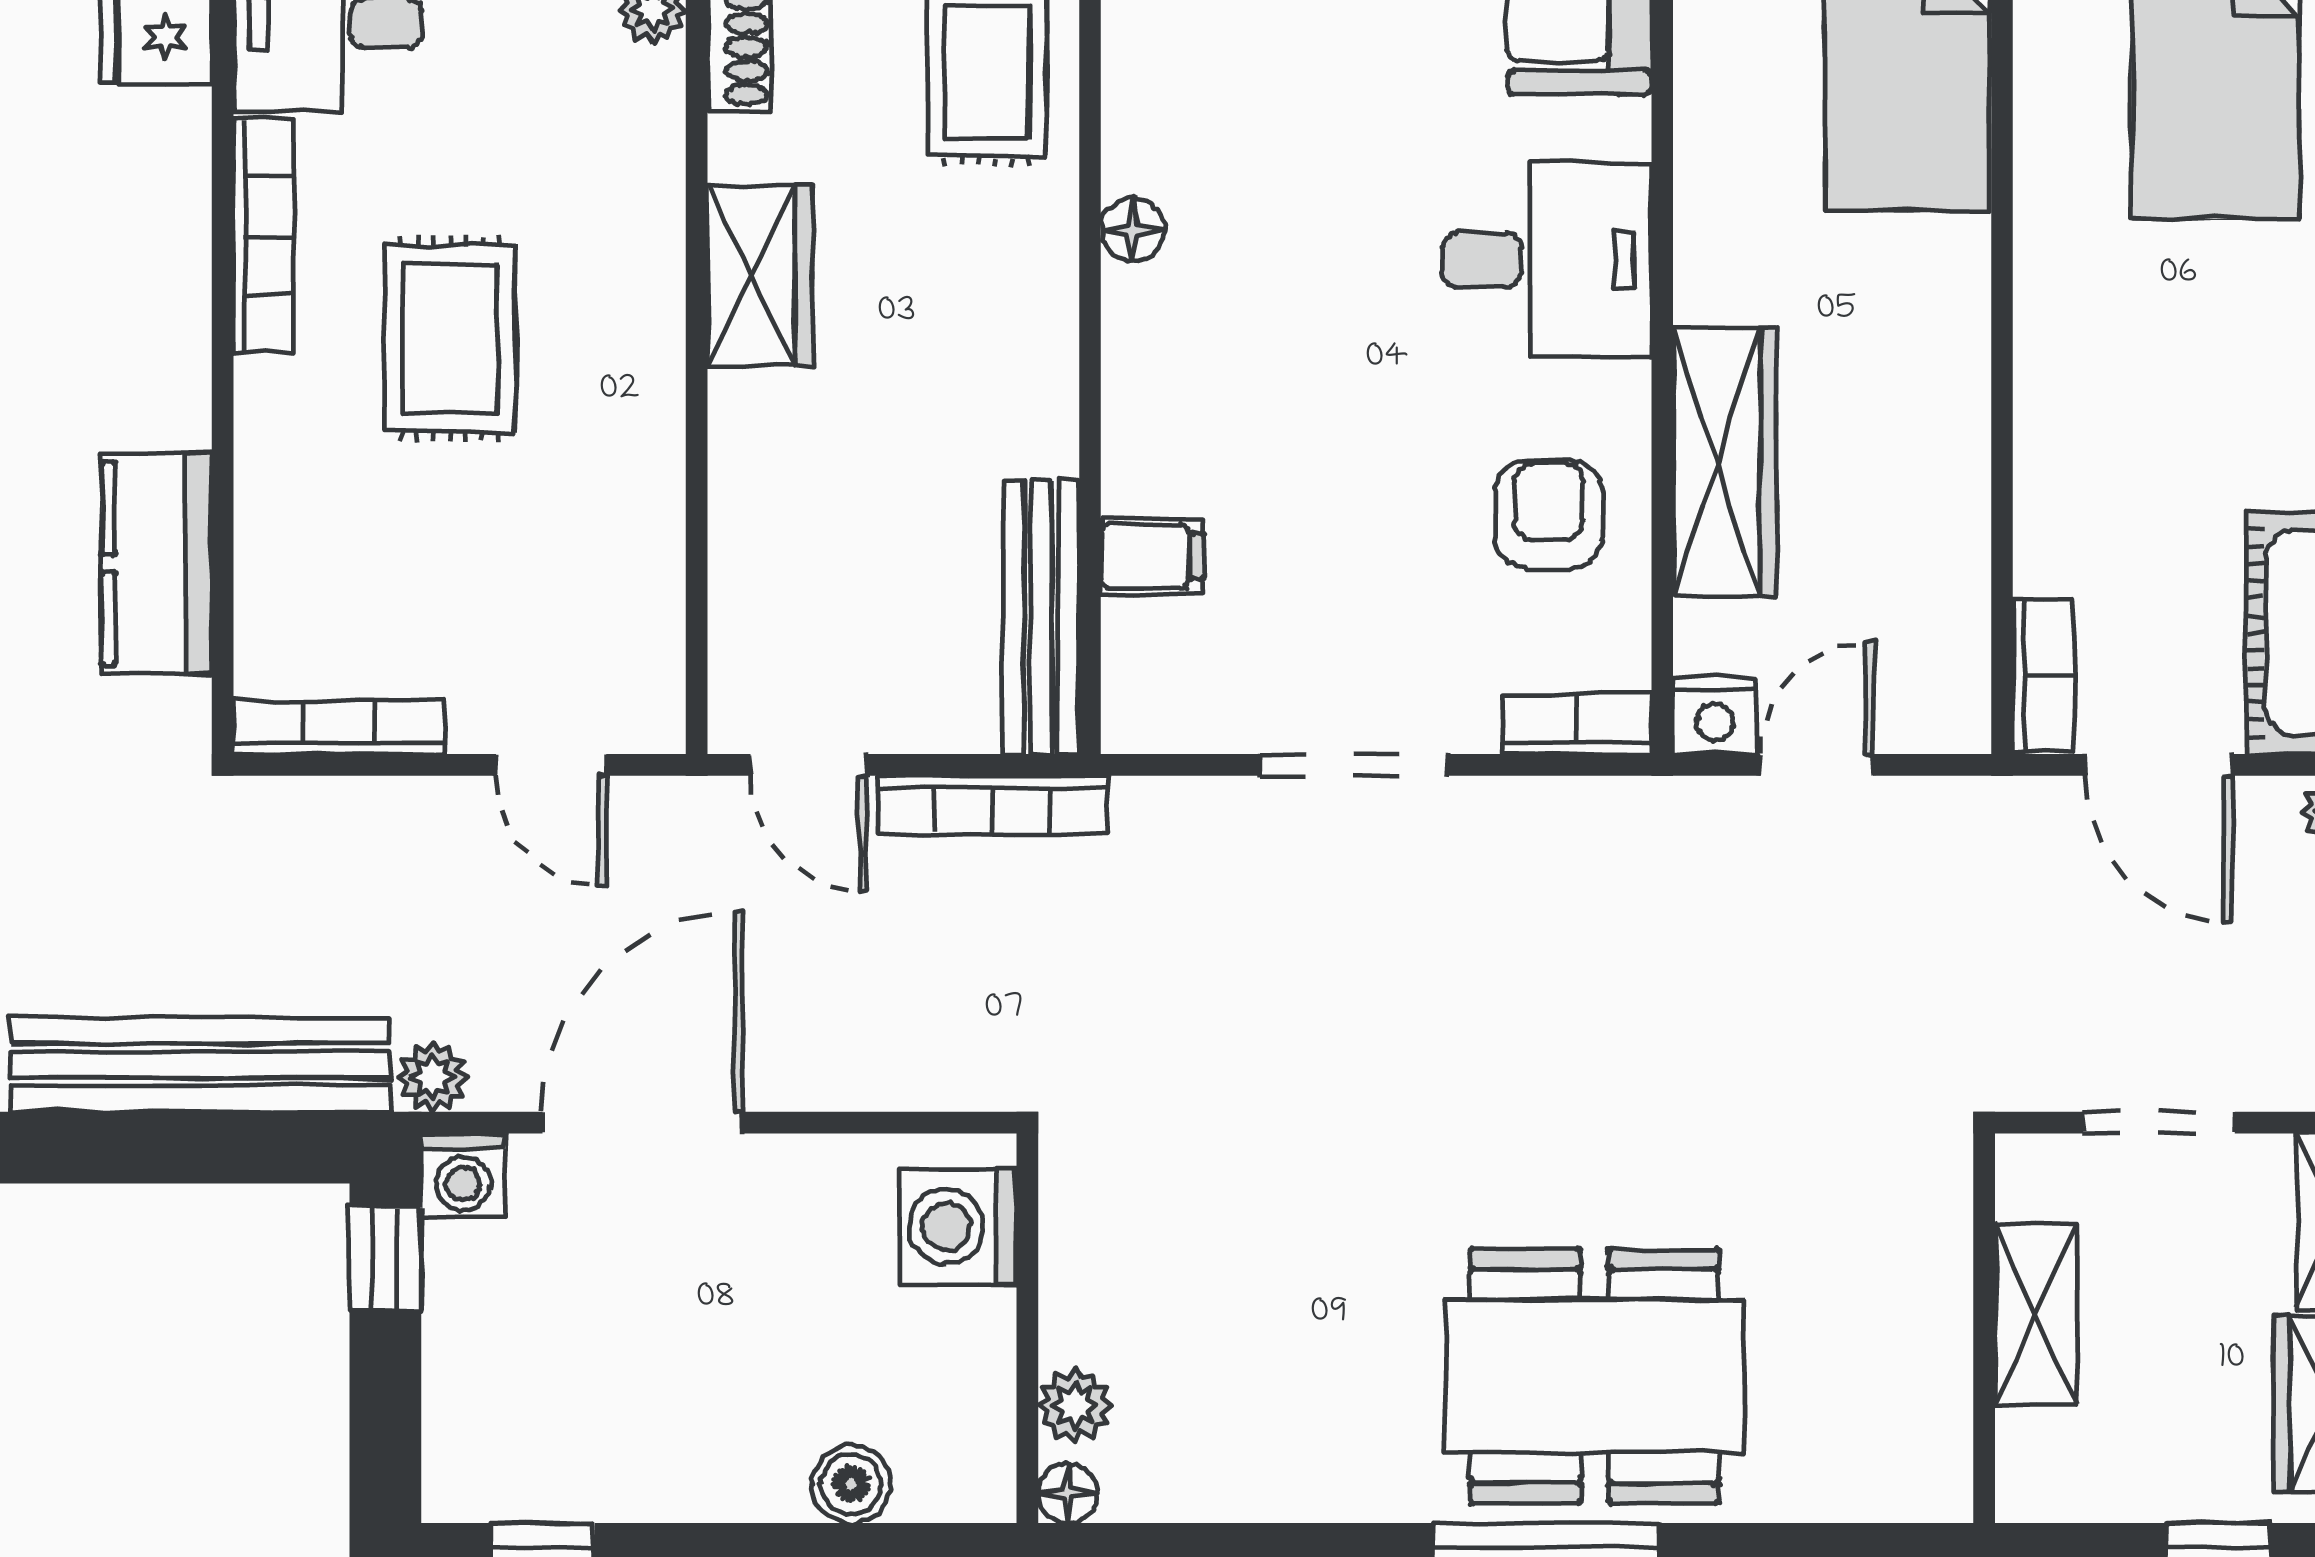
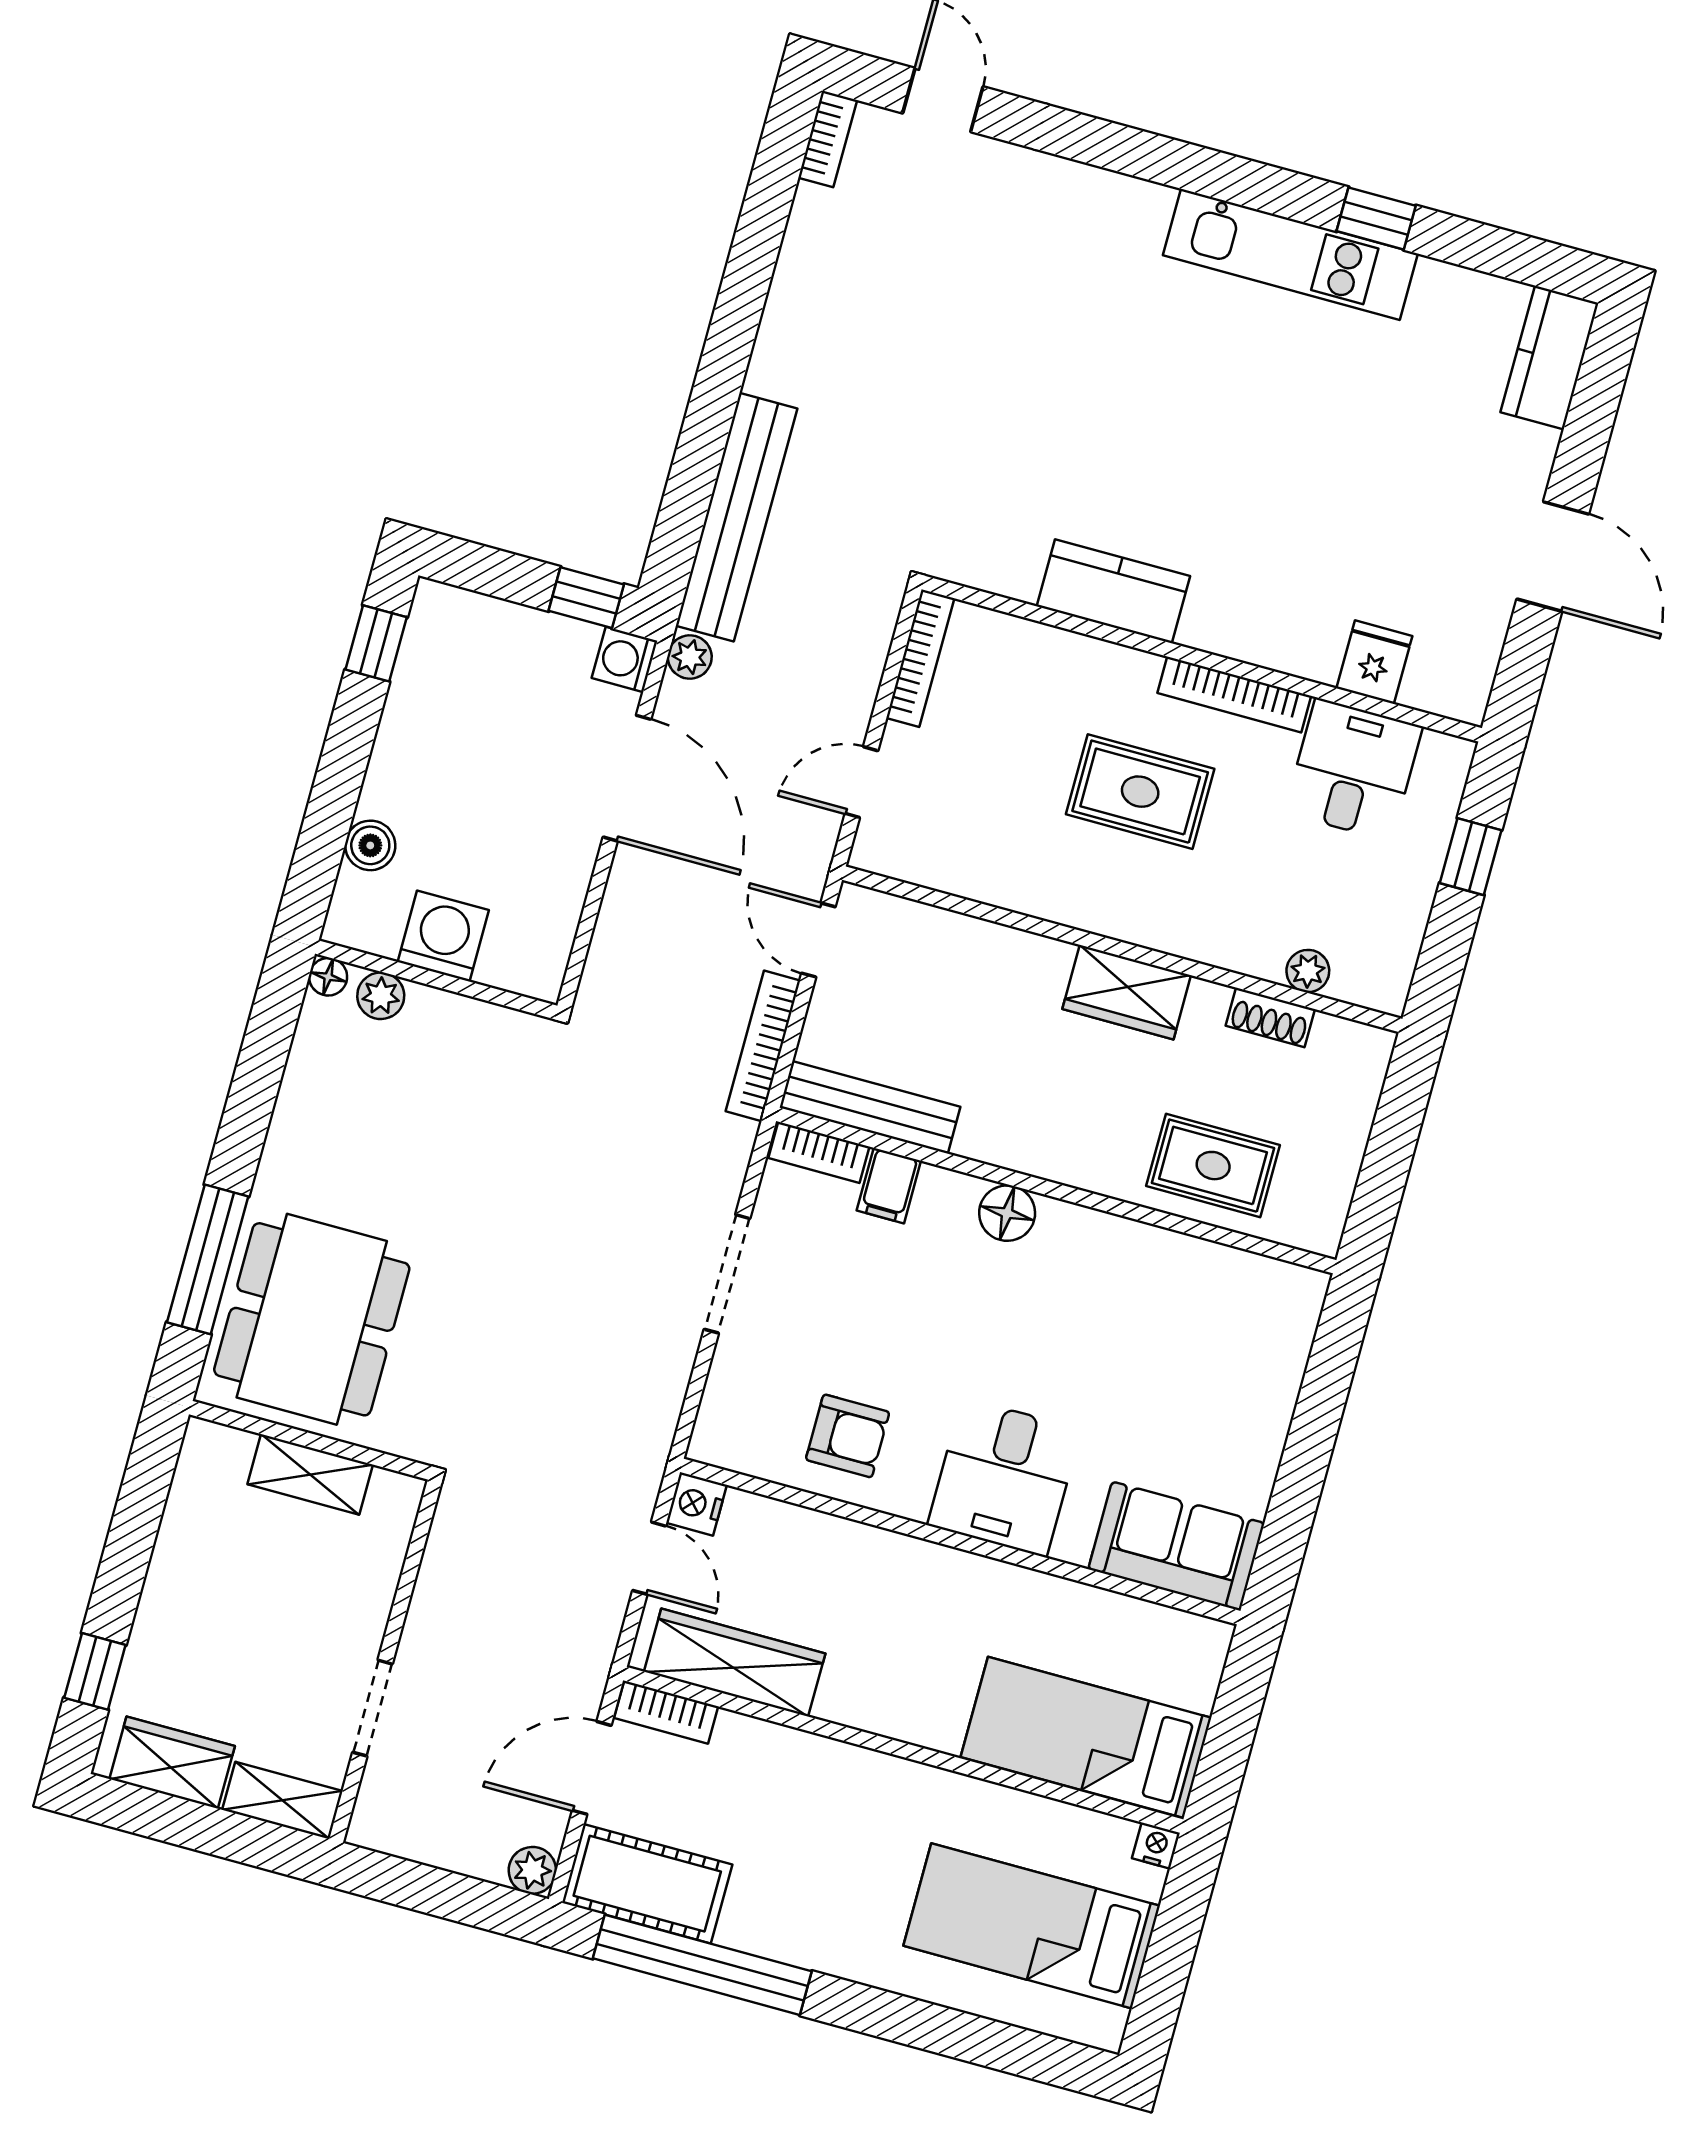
floor lamp: (1133, 229) -> (1007, 1213), moved, width x1.37, depth x1.37
wardrobe: (1725, 462) -> (735, 1663), moved, turned 180
kitchen counter: (157, 564) -> (1113, 591), moved
bookcase: (1577, 724) -> (819, 1152), moved, turned 90
door: (809, 765) -> (818, 940), hinge flipped
washing machine: (958, 1227) -> (443, 936), moved
shelving: (2036, 1314) -> (310, 1474), moved
wall: (1984, 1328) -> (310, 1440), moved

